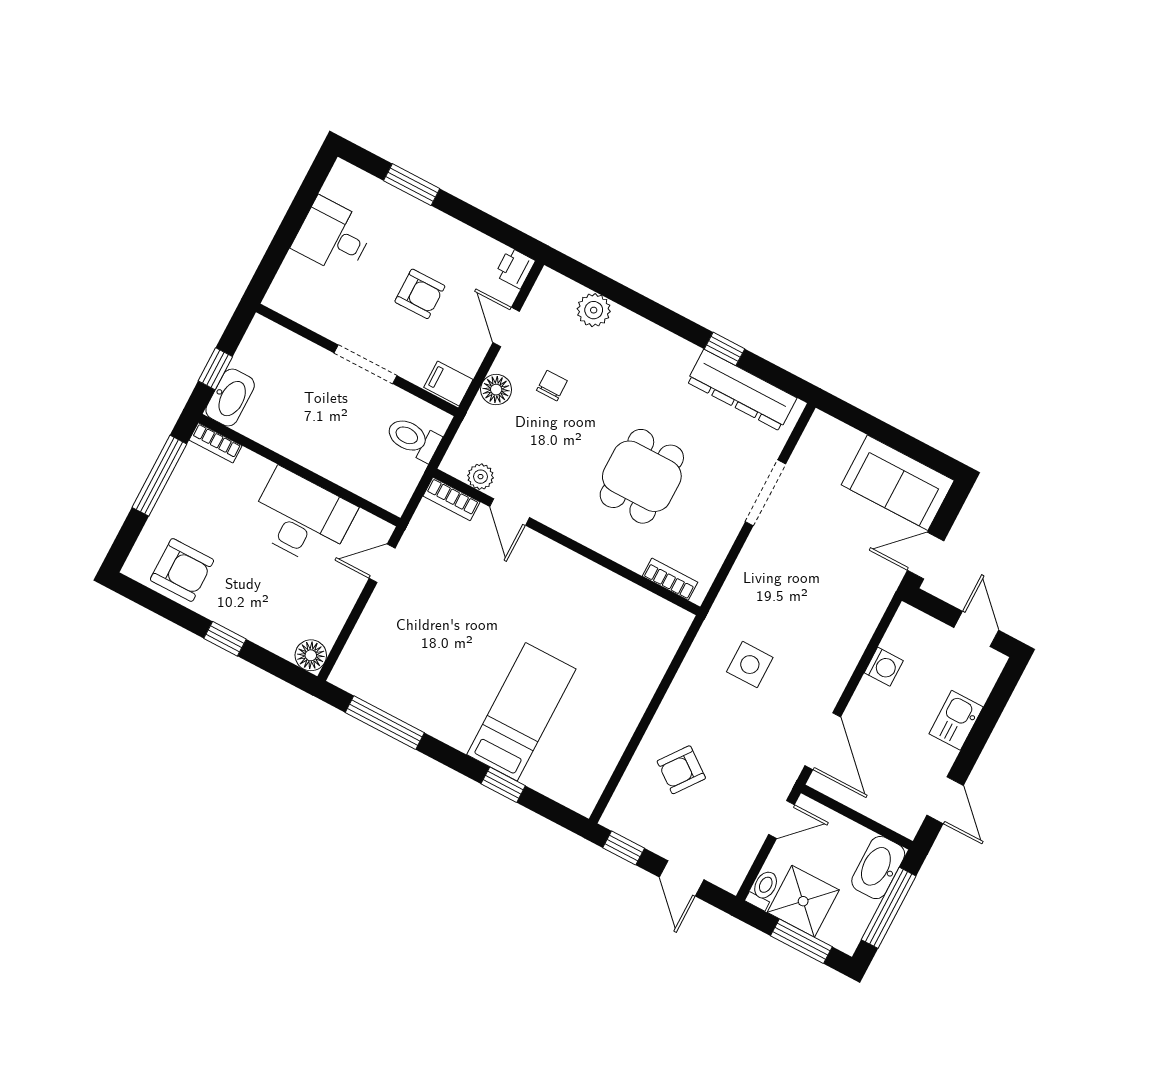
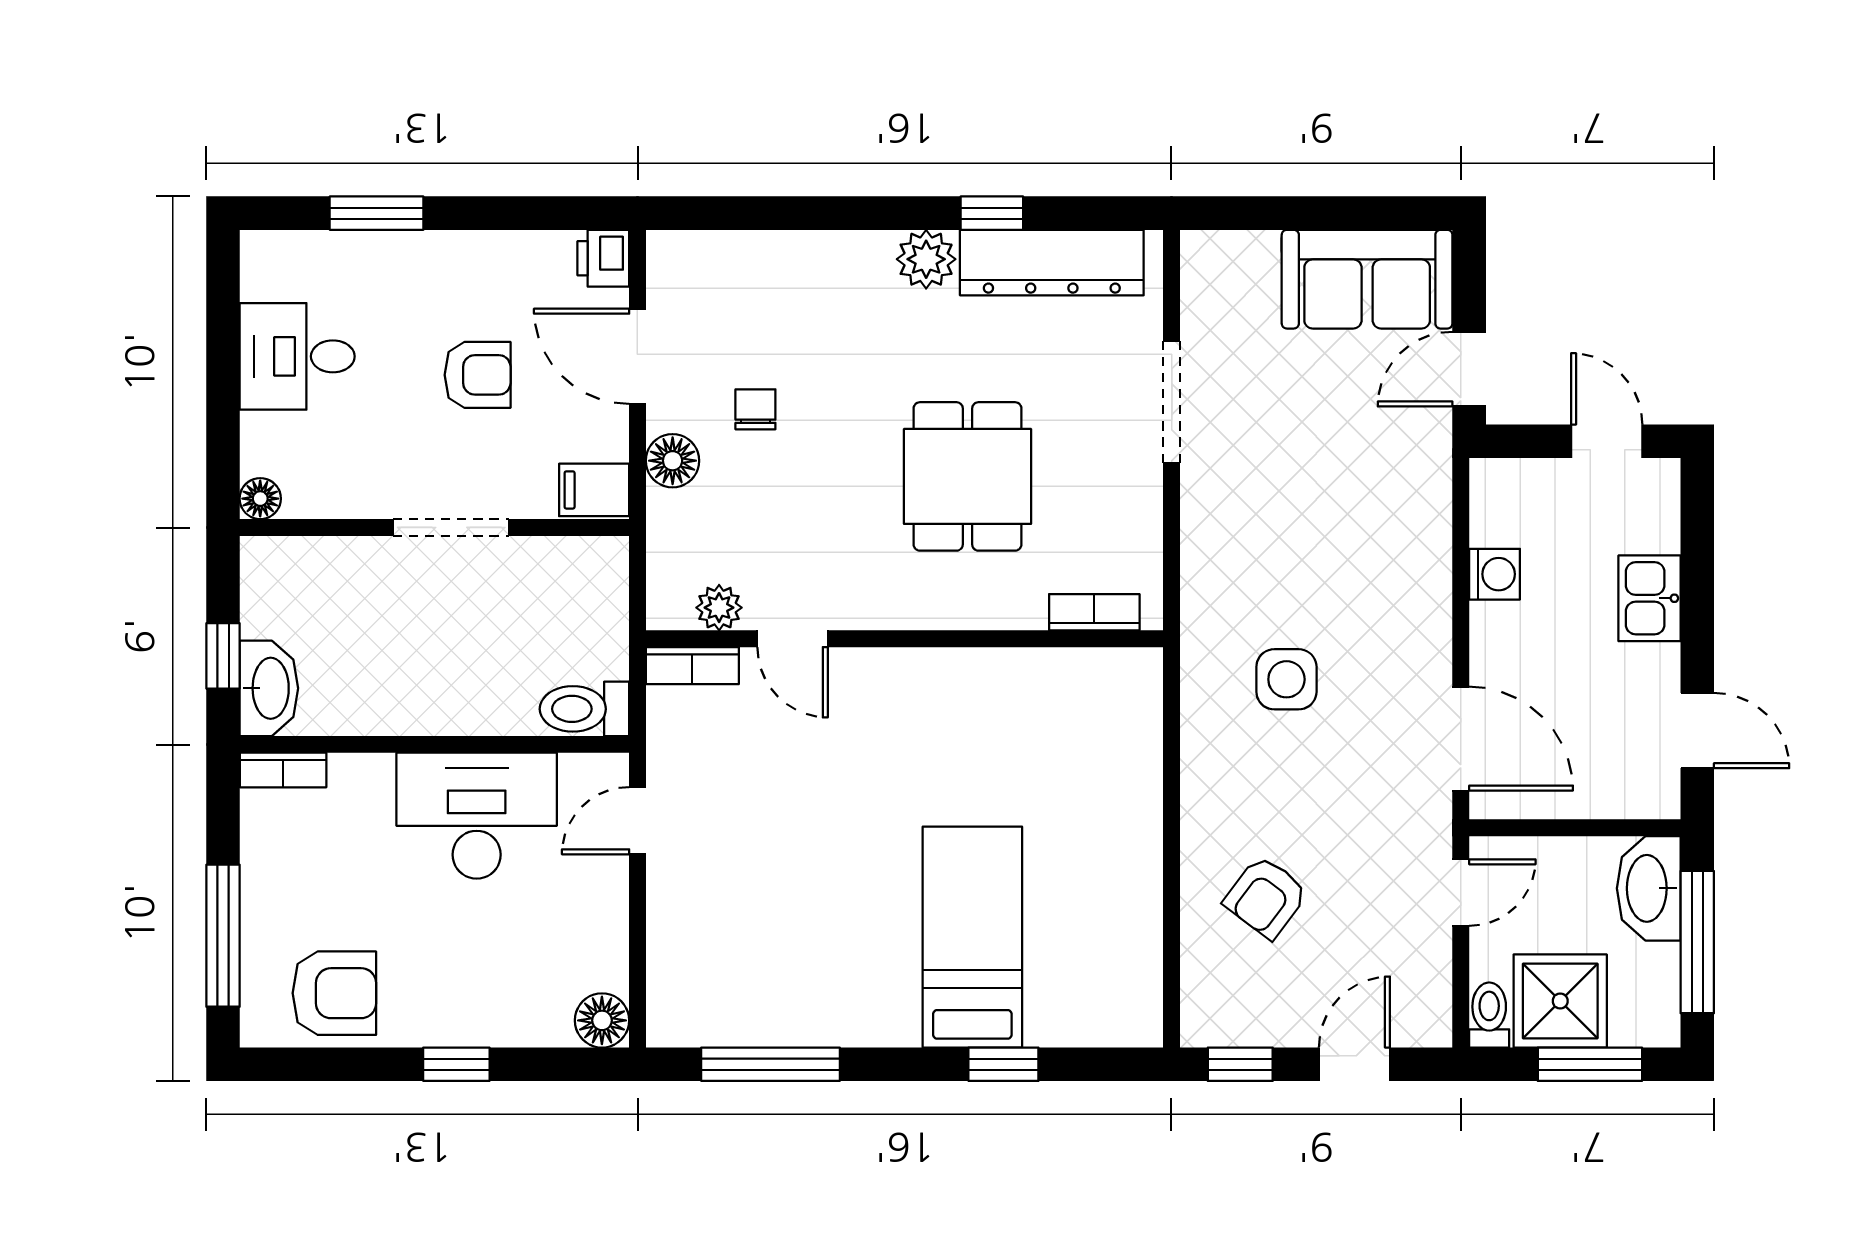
floor lamp: (276, 299) -> (260, 499), added
plant: (594, 310) -> (926, 259), moved
door: (506, 327) -> (637, 356), width x1.38
toilet: (413, 439) -> (584, 709), moved
window: (159, 476) -> (223, 936), moved
door: (682, 878) -> (1354, 1064), swing flipped

